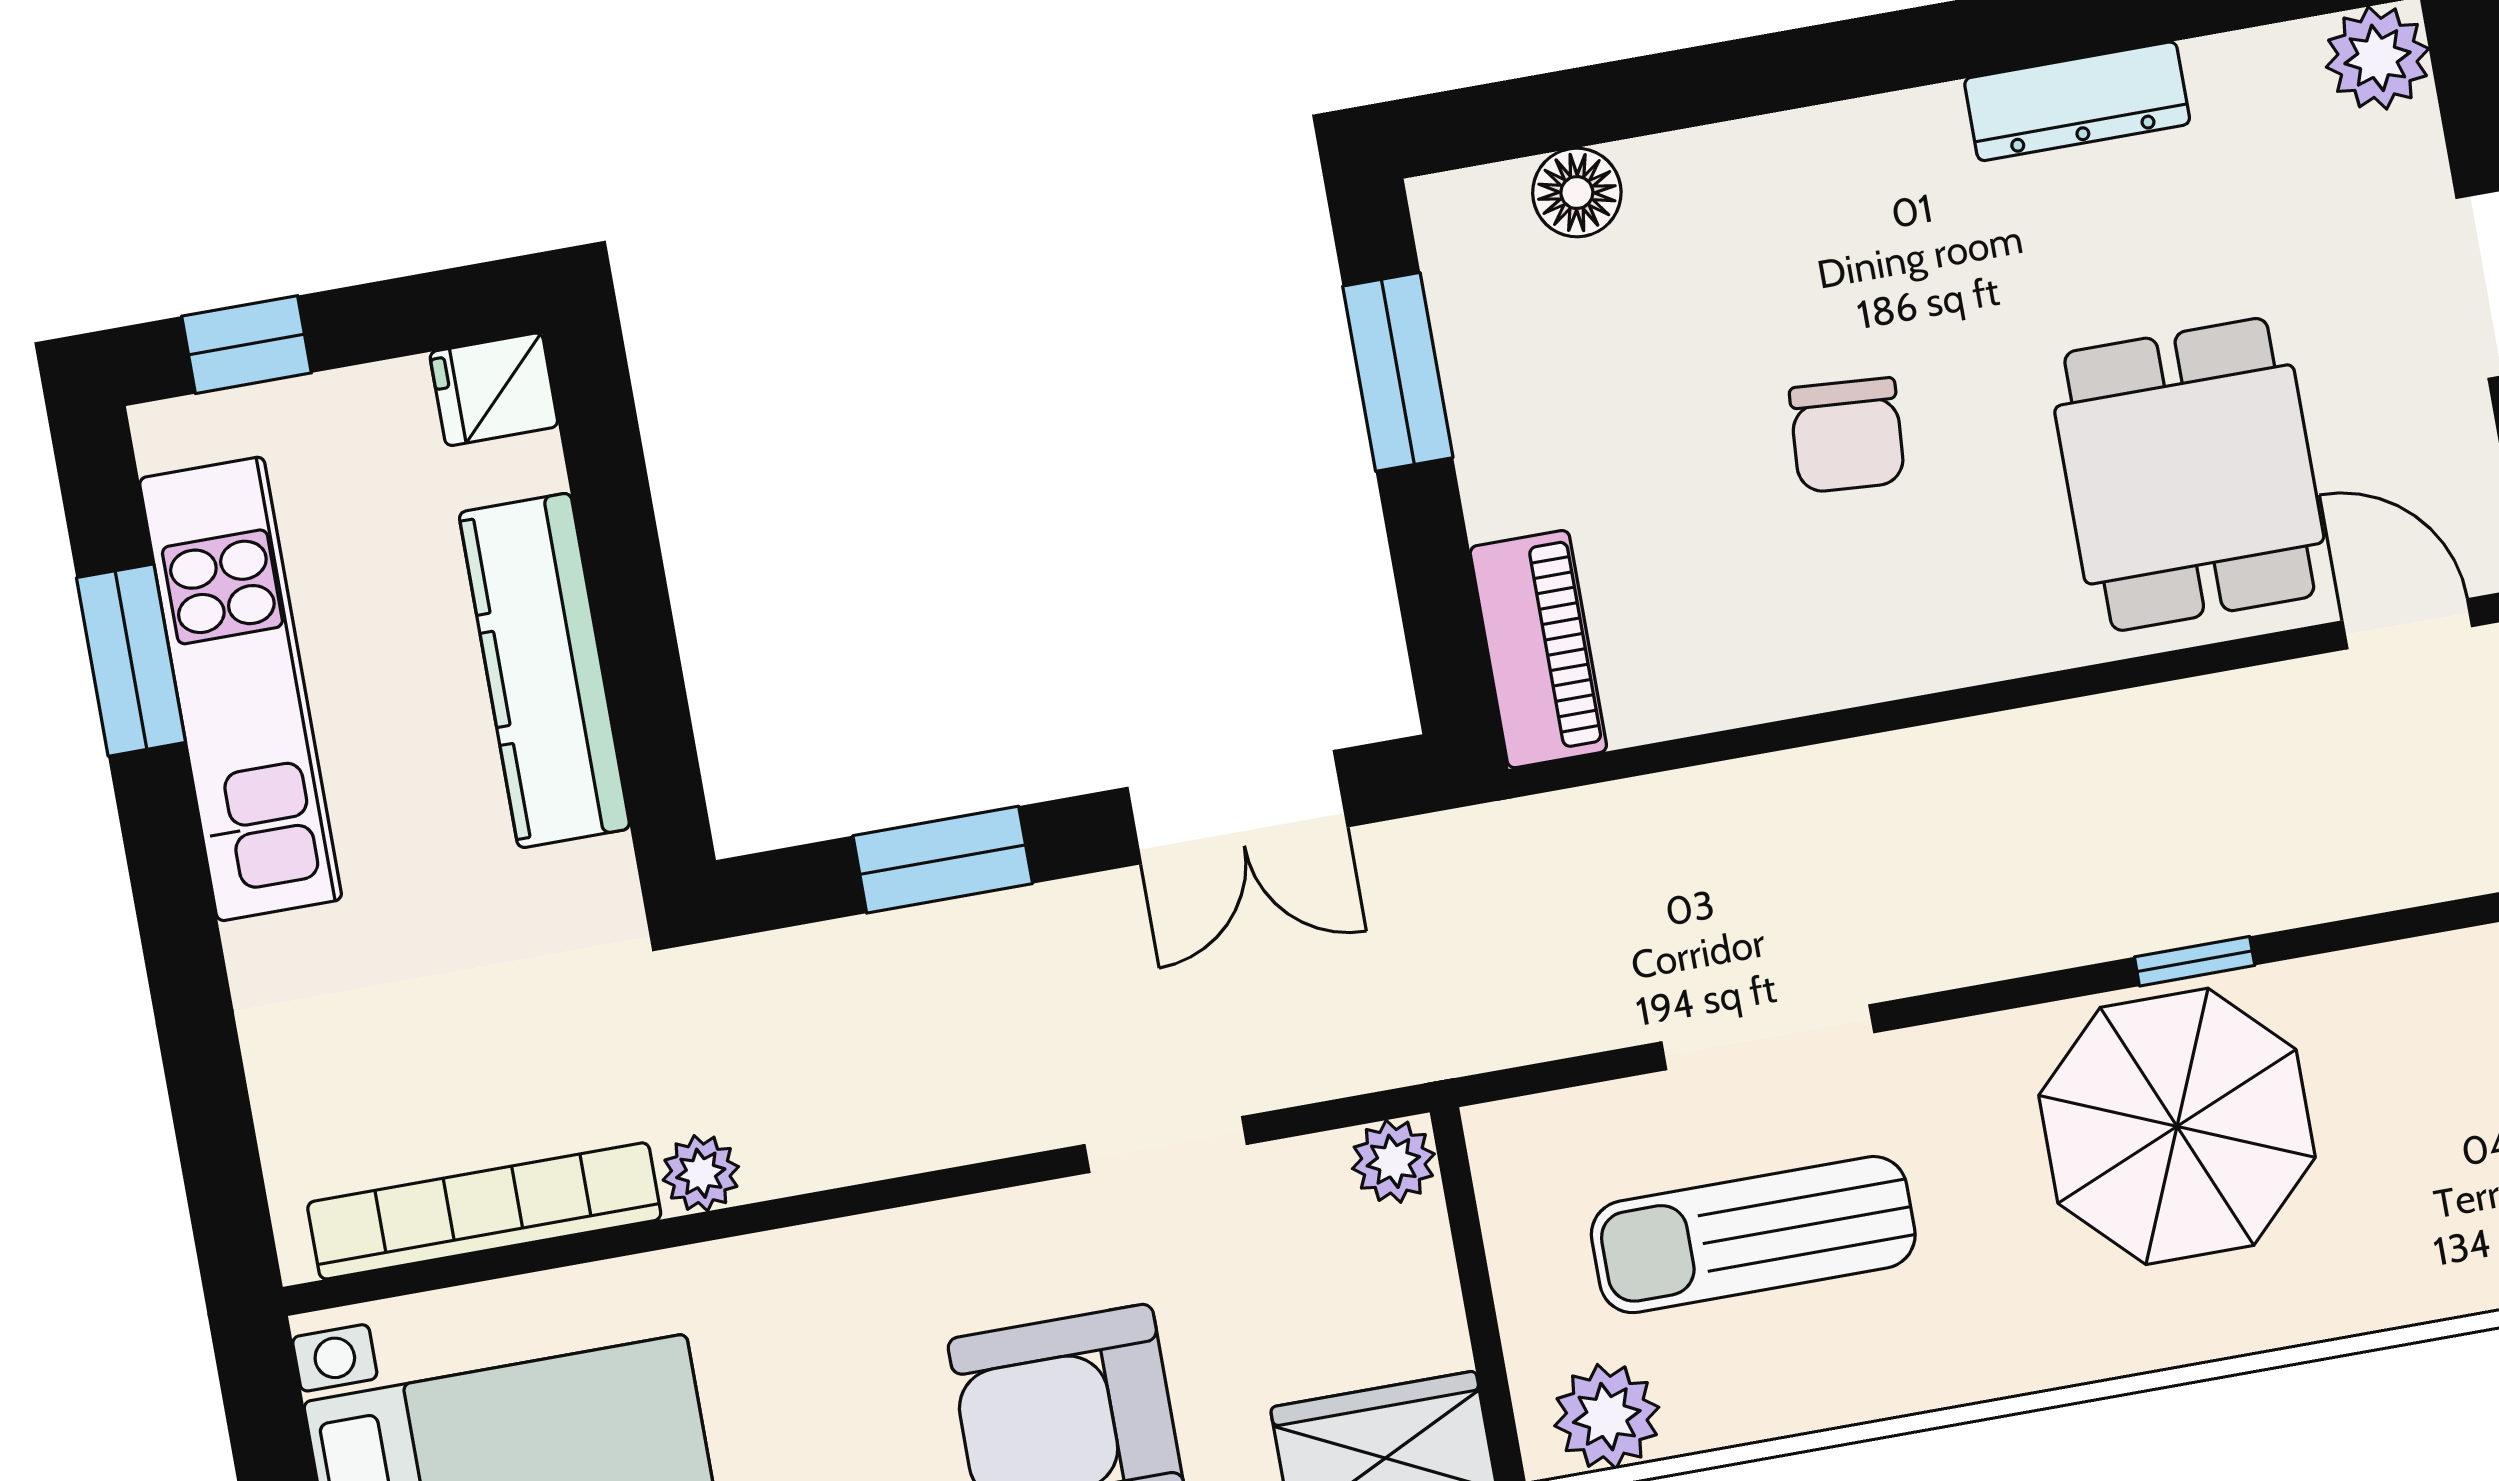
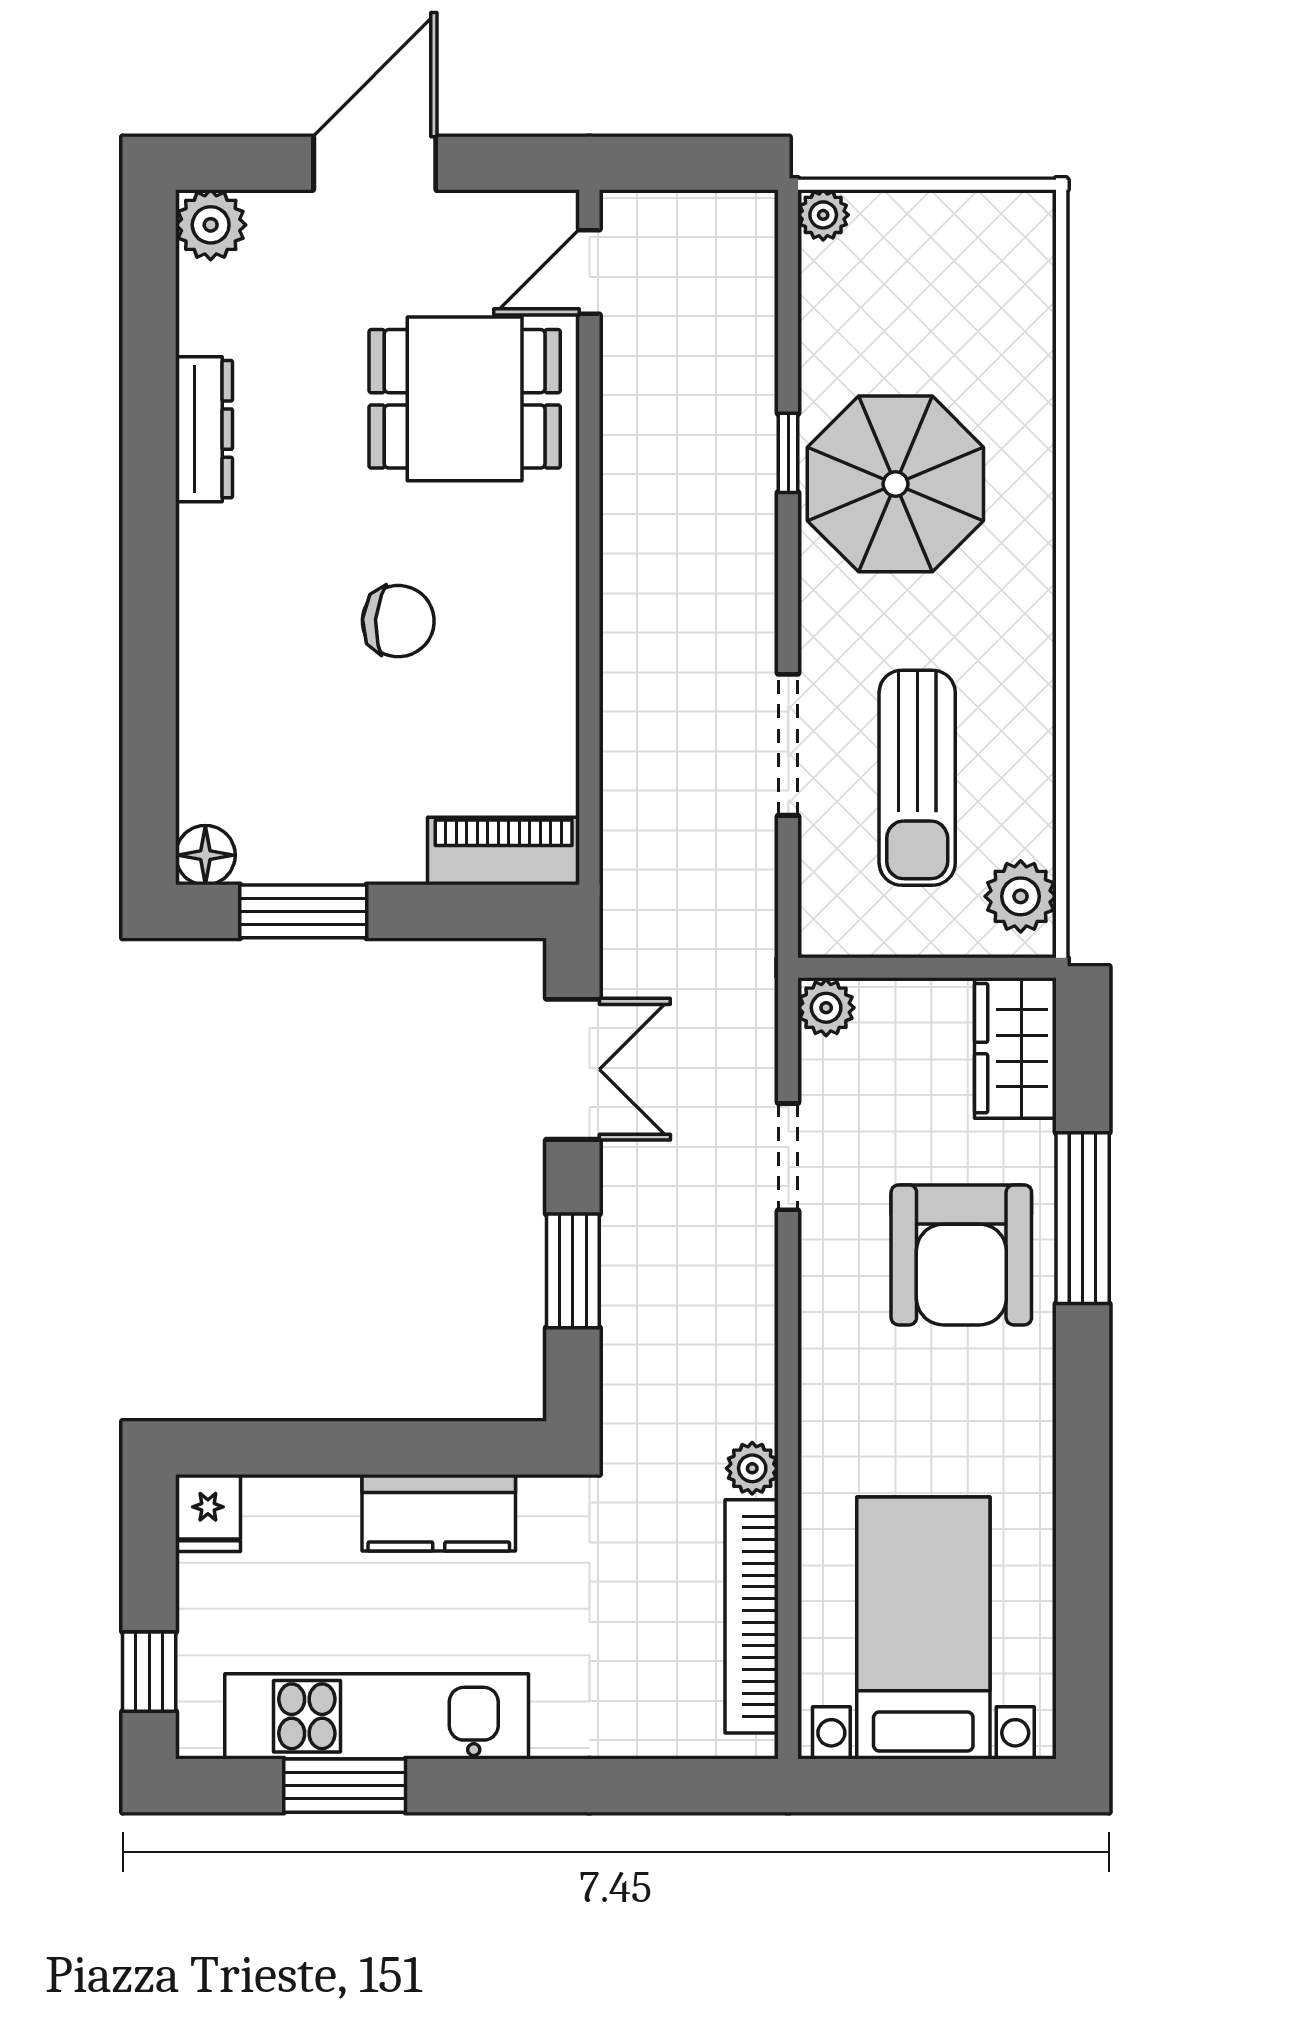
floor lamp: (1577, 193) -> (205, 855), moved
kitchen counter: (544, 671) -> (439, 1513), width x0.67

